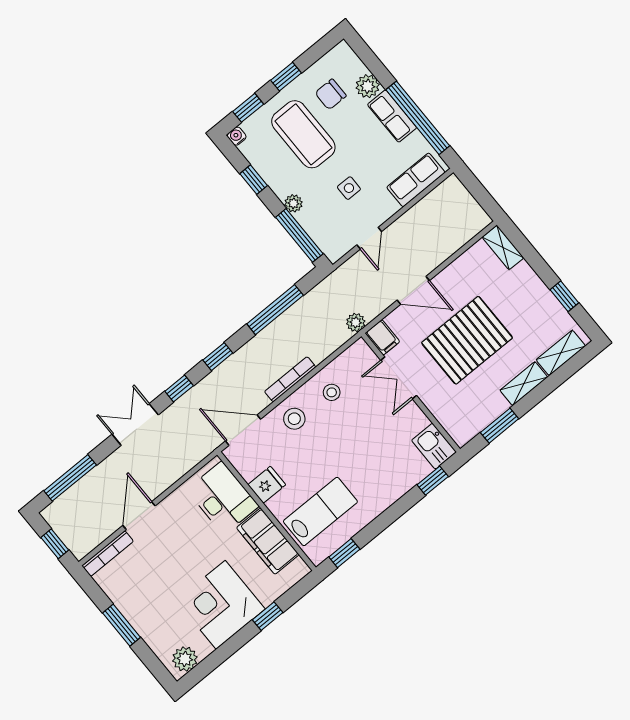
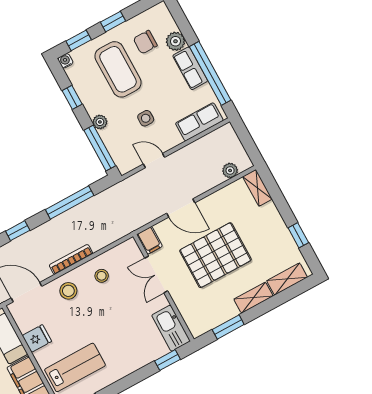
door: (369, 238) -> (154, 161), swing flipped
plant: (356, 322) -> (230, 170), moved
kitchen sink: (434, 446) -> (171, 328), width x1.38

